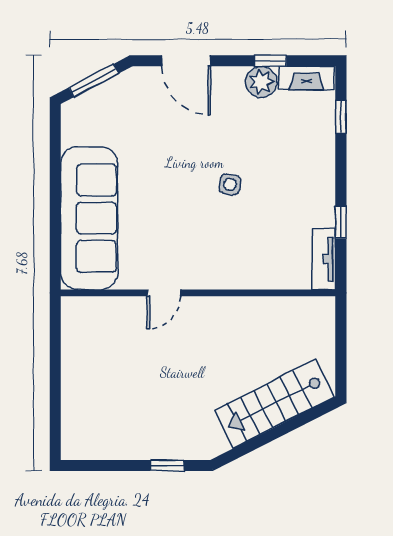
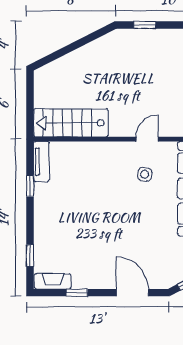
plant: (261, 82) -> (83, 279), removed
side table: (230, 184) -> (145, 174), moved
stairs: (274, 404) -> (71, 123), moved, turned -153

